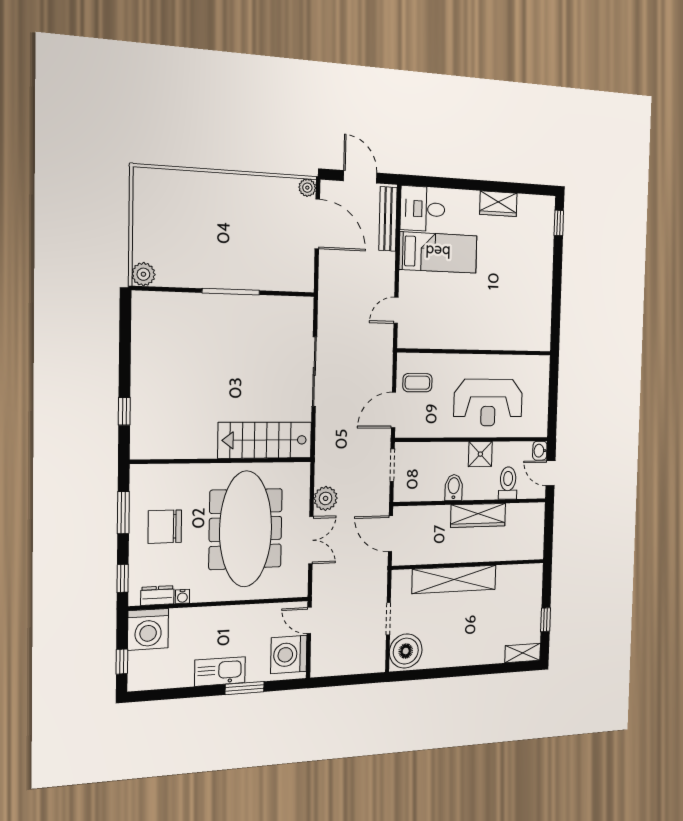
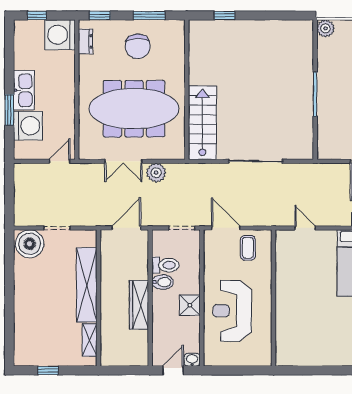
toilet: (508, 483) -> (165, 265), moved
chair: (165, 527) -> (138, 46), turned 180
water cooler: (182, 596) -> (84, 60), removed
shelving: (523, 653) -> (89, 340), moved
washing machine: (289, 655) -> (28, 126), moved, turned 90

